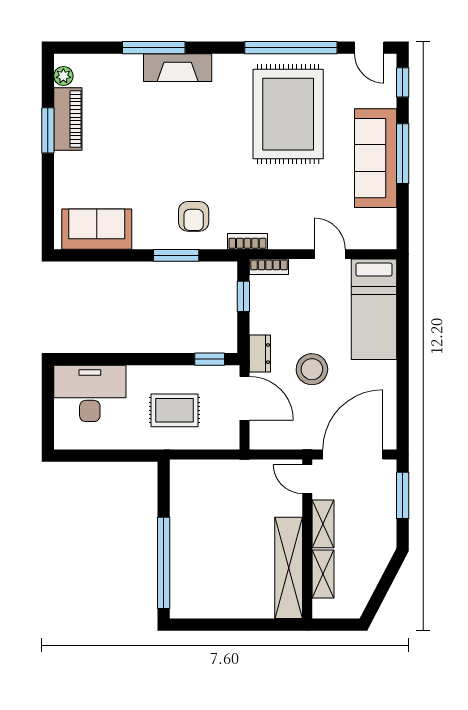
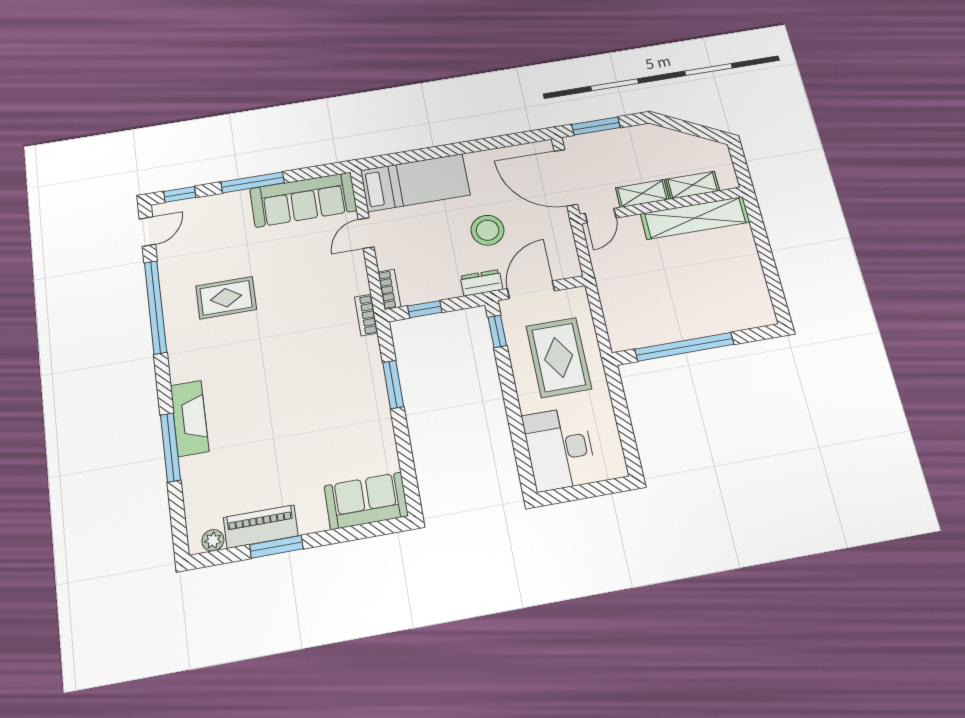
rug: (288, 114) -> (226, 298), width x0.54, depth x0.49
sofa: (376, 158) -> (303, 200), moved
armchair: (194, 216) -> (348, 374), removed
sofa: (97, 229) -> (366, 501), moved, turned 90
rug: (174, 410) -> (559, 357), width x1.36, depth x1.43
window: (164, 563) -> (684, 347), moved

